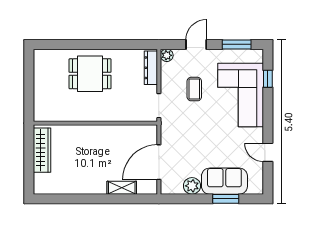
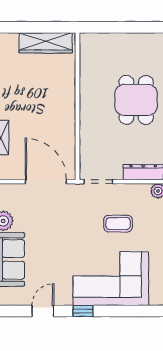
window: (268, 79) -> (83, 311), moved
door: (159, 162) -> (46, 182), moved

